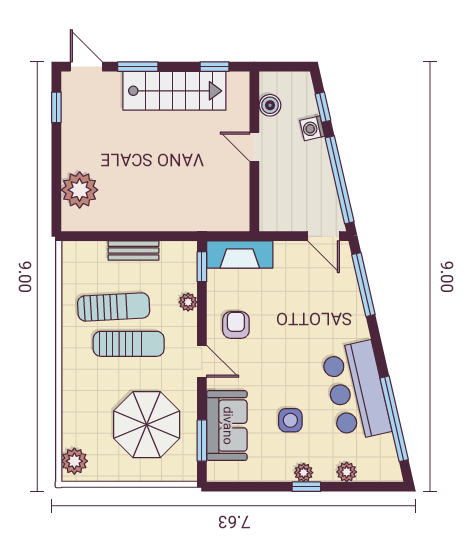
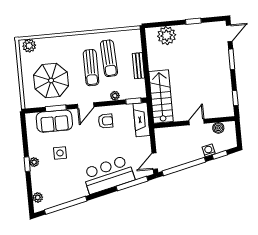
stairs: (174, 91) -> (161, 97), moved, turned 180
window: (56, 107) -> (193, 21), moved
bar counter: (356, 391) -> (108, 175), moved
window: (202, 441) -> (56, 108), moved
plant: (347, 472) -> (38, 197), moved

